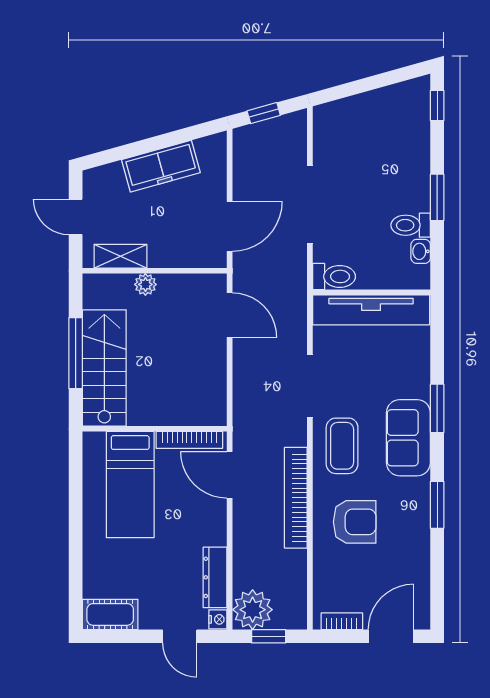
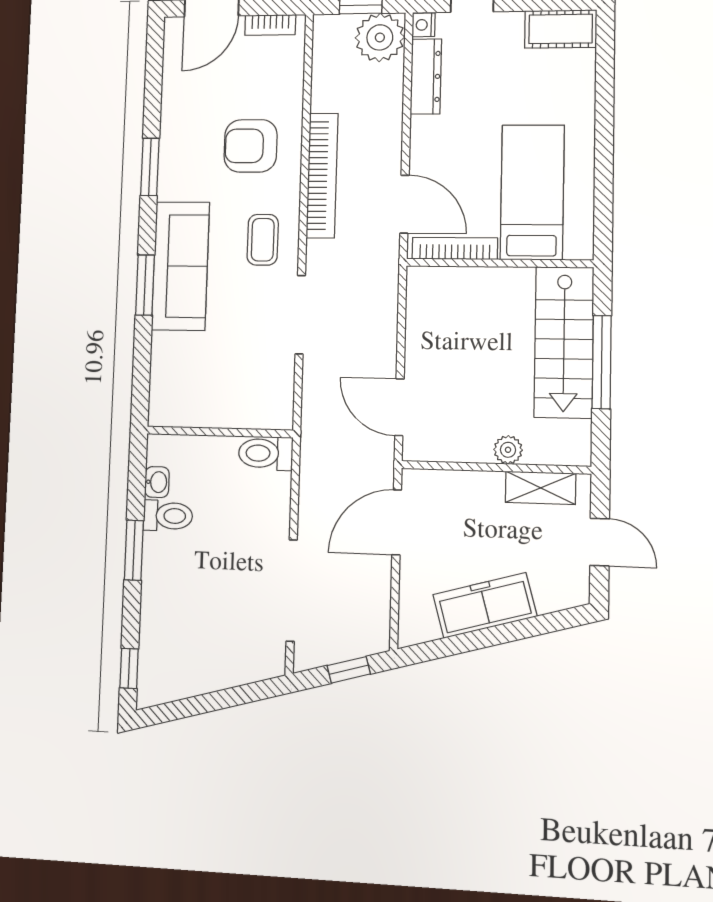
doorway: (310, 204) -> (292, 591), moved
tv unit: (371, 310) -> (221, 410), removed
sofa: (408, 438) -> (181, 266), width x1.36
coffee table: (342, 446) -> (263, 240), width x0.73, depth x0.77

